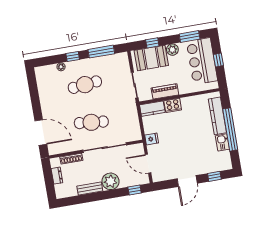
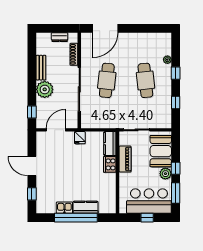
window: (152, 43) -> (176, 168), moved
window: (101, 52) -> (176, 102), width x0.46
kitchen counter: (217, 116) -> (86, 207), width x0.67

